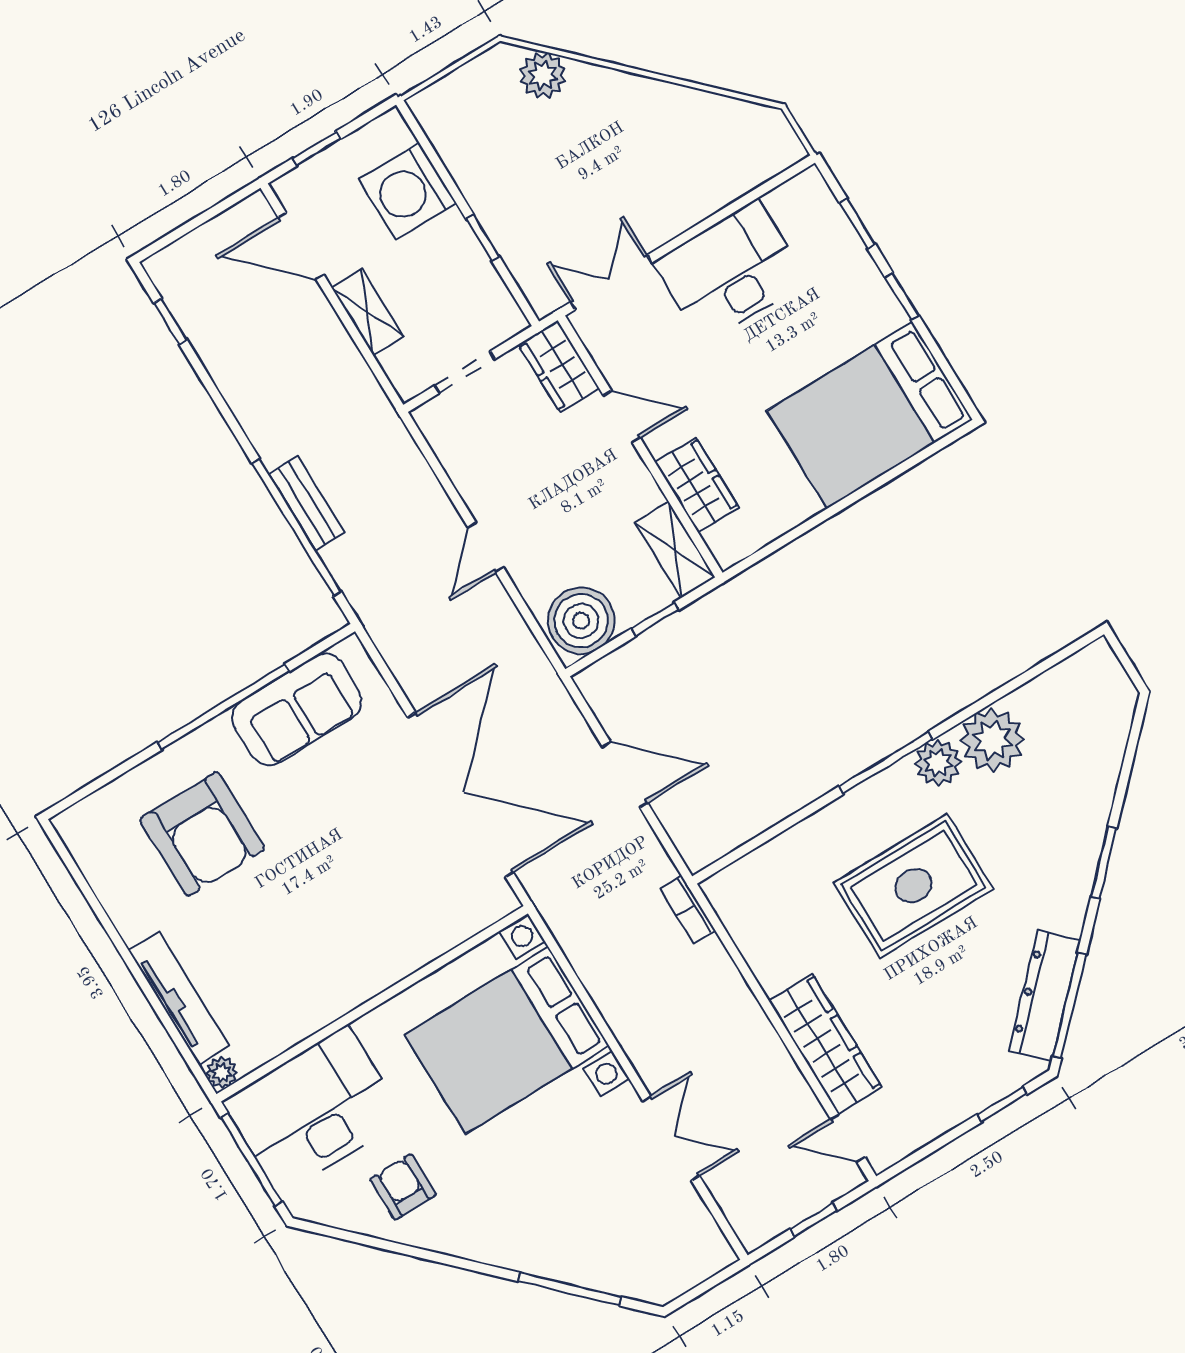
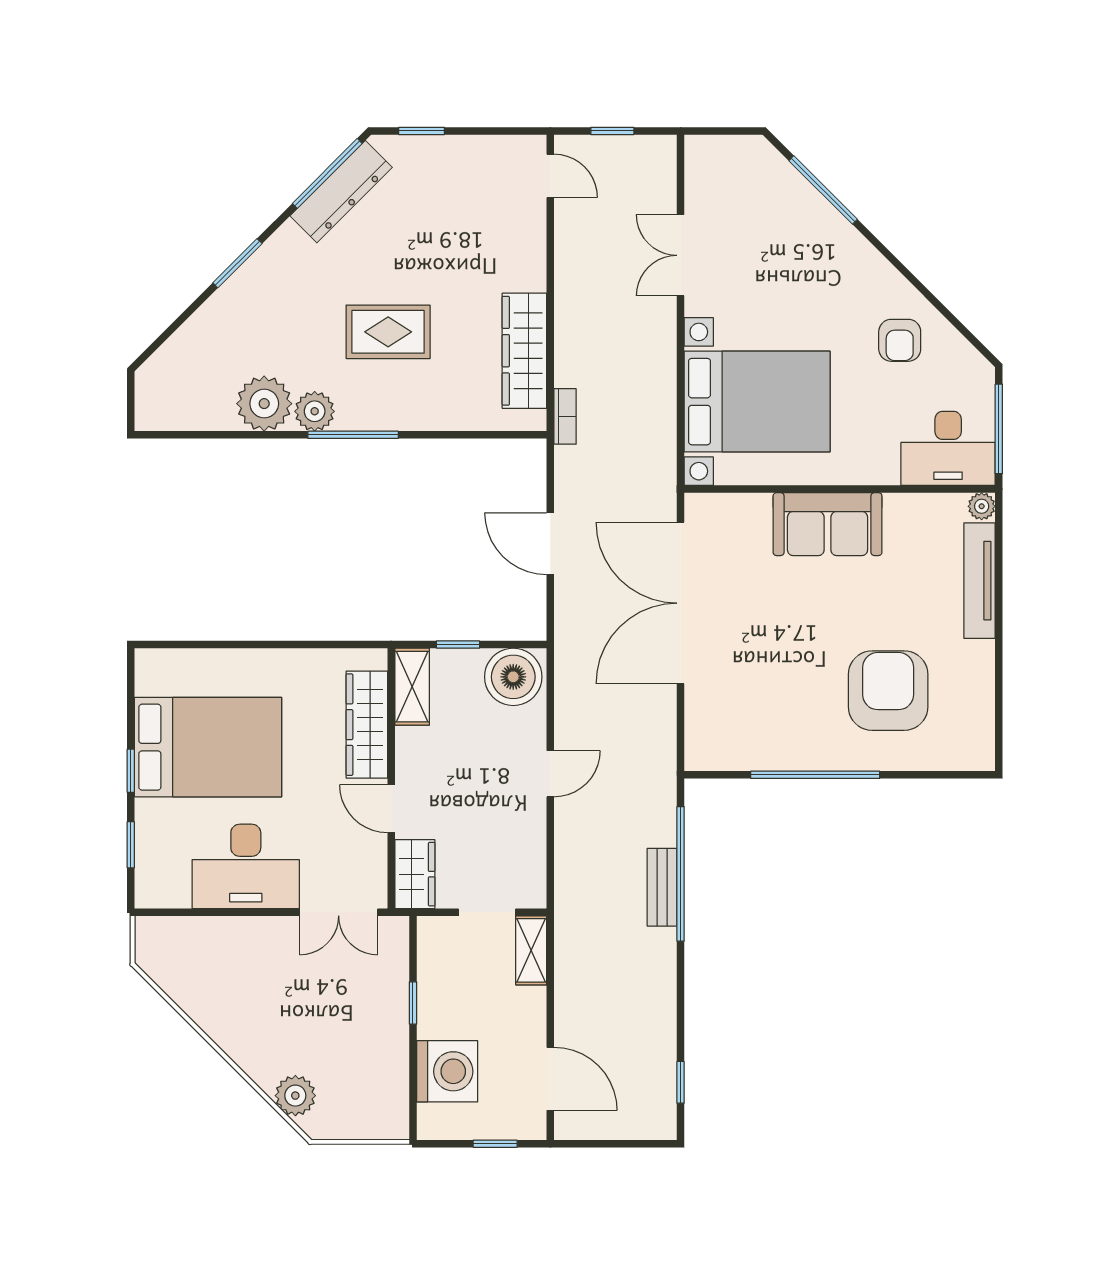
shelving: (368, 312) -> (531, 950), moved
bed: (870, 415) -> (208, 747), moved
wardrobe: (697, 485) -> (367, 725), width x1.50
sofa: (297, 709) -> (828, 524), moved, turned 180
rug: (914, 886) -> (388, 332), width x0.73, depth x0.70
wardrobe: (825, 1044) -> (524, 351), moved
desk: (313, 1110) -> (948, 448), width x0.73, depth x0.77

